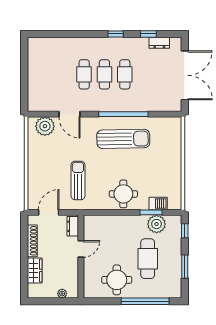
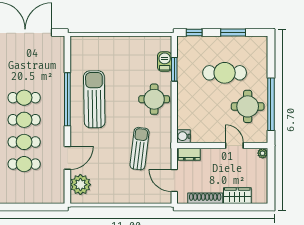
cafe table: (64, 74) -> (24, 164), added
sun lounger: (78, 180) -> (139, 149), turned 97
water cooler: (89, 221) -> (184, 136), added
plant: (157, 224) -> (187, 63), removed
door: (81, 249) -> (234, 145), moved
plant: (62, 294) -> (263, 153), moved
window: (145, 301) -> (271, 104), moved

